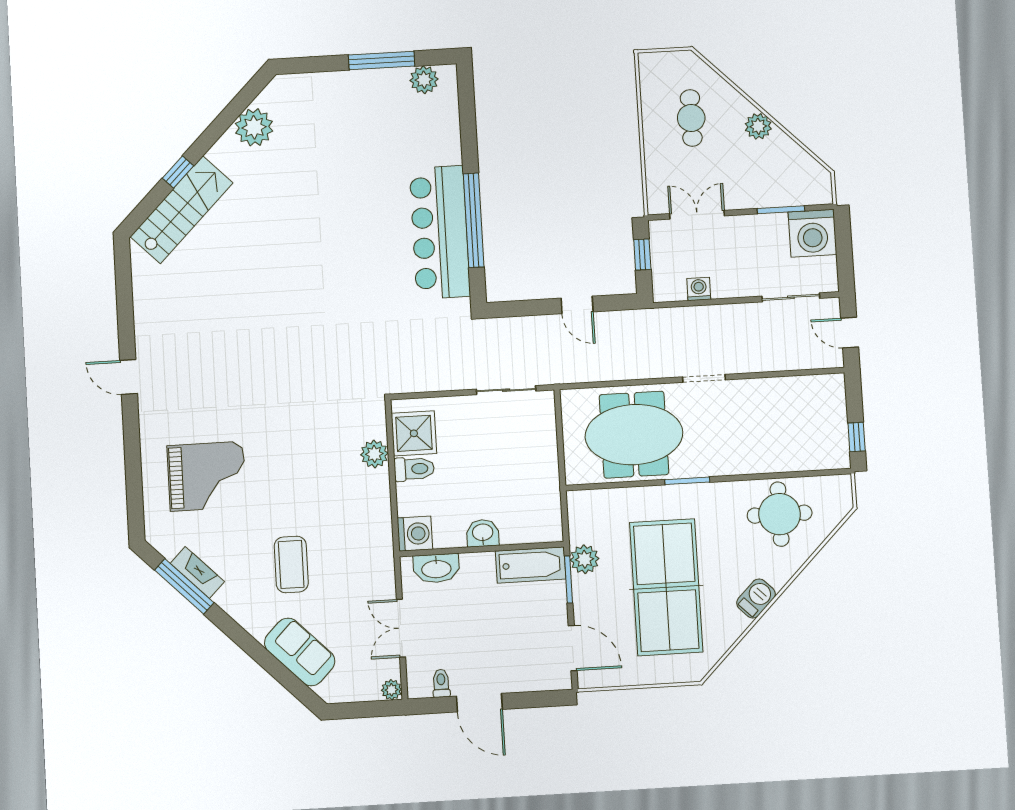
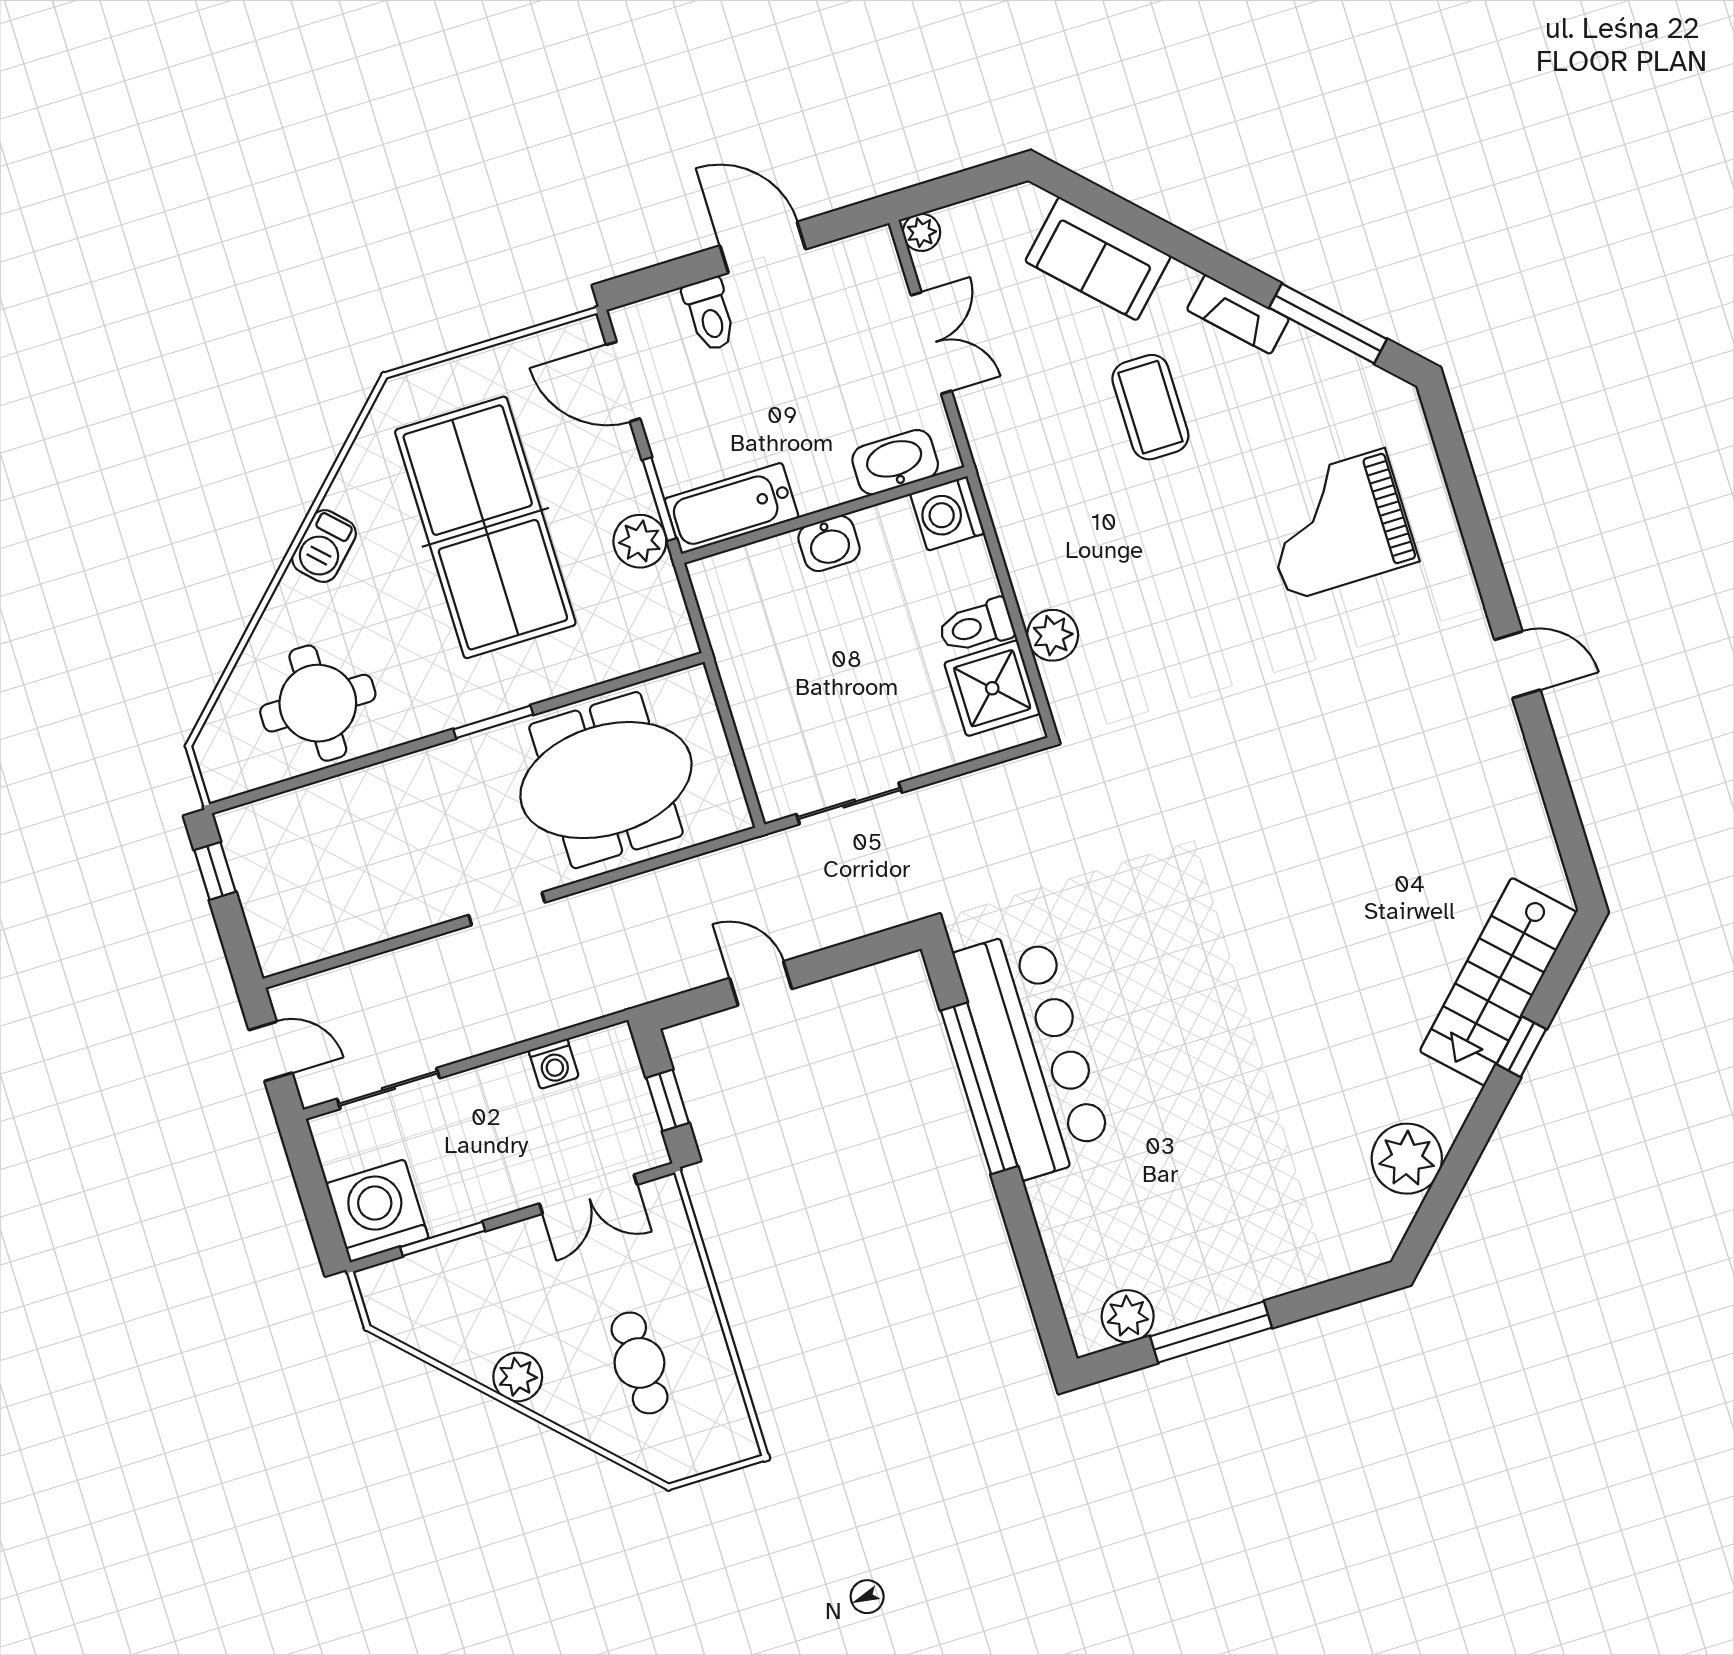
fireplace: (197, 572) -> (1238, 314), moved
toilet: (441, 683) -> (710, 314), moved, width x1.37, depth x1.39

